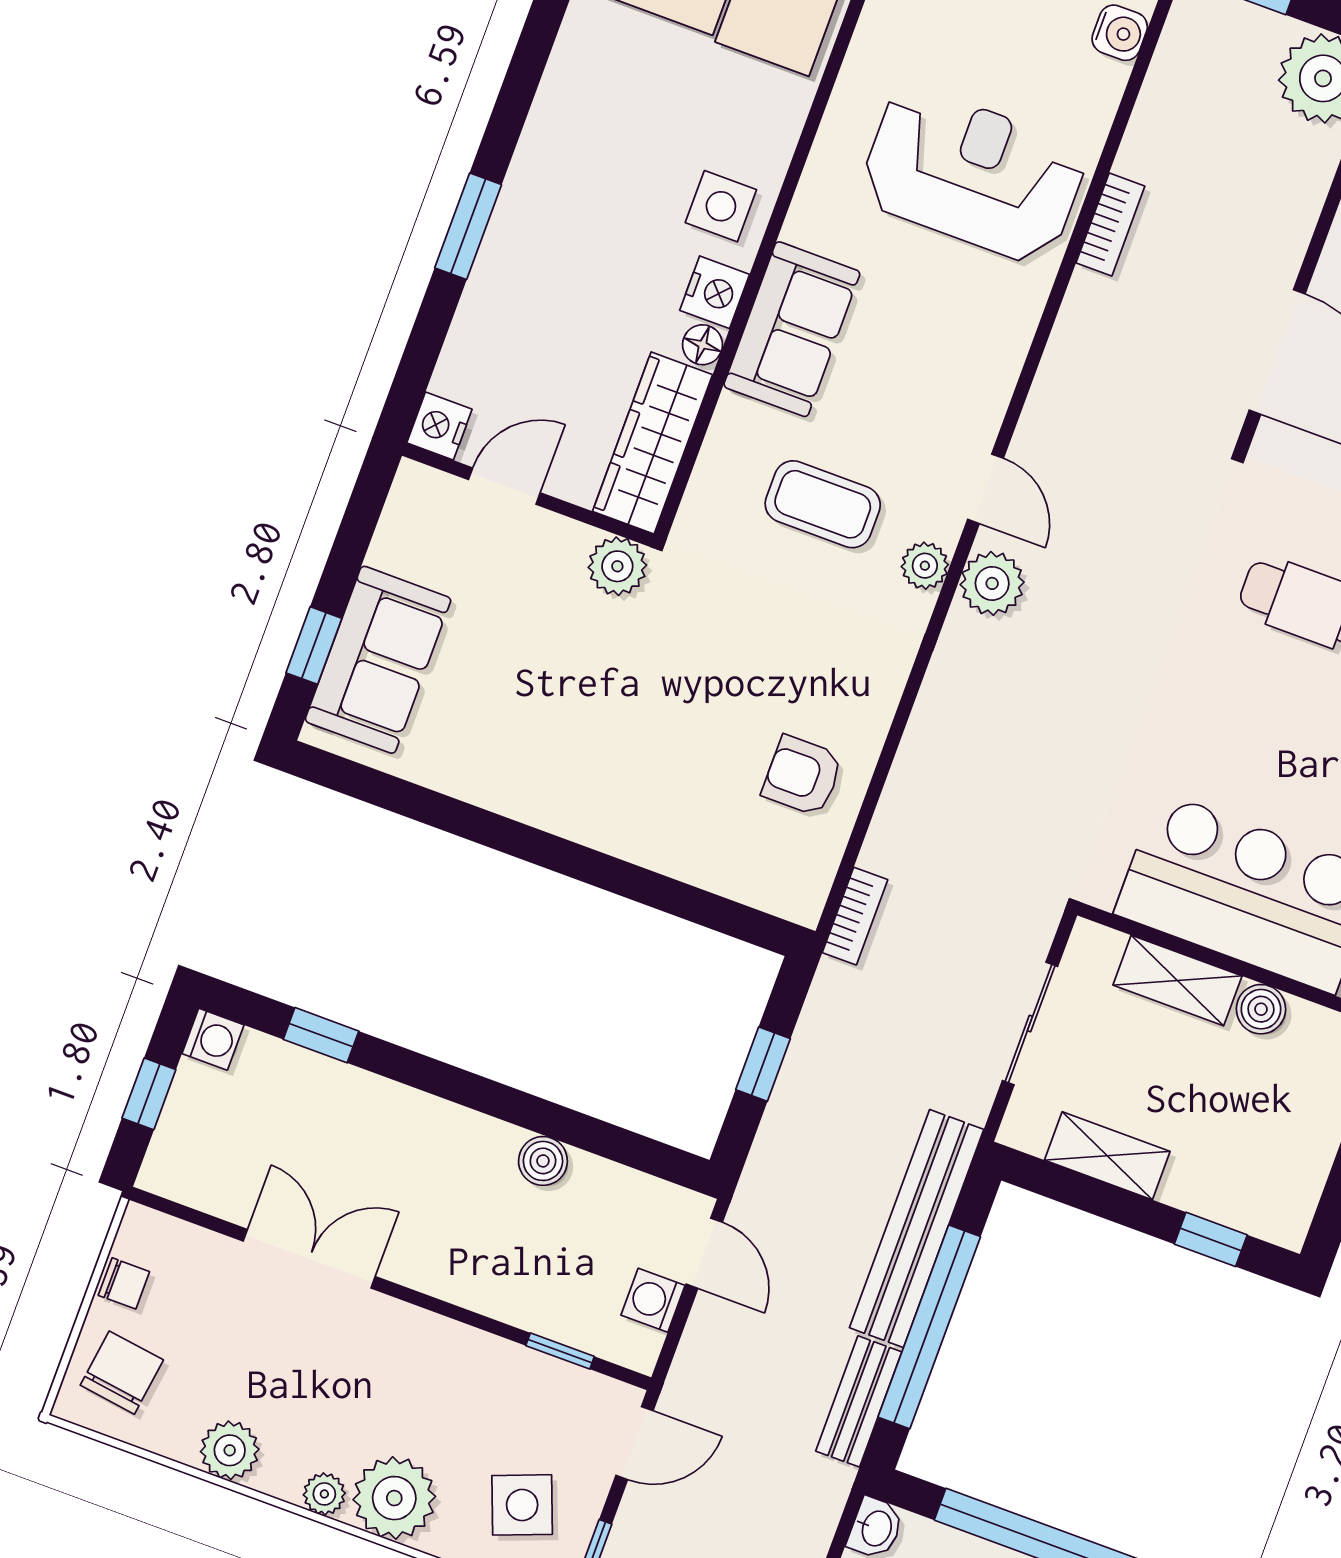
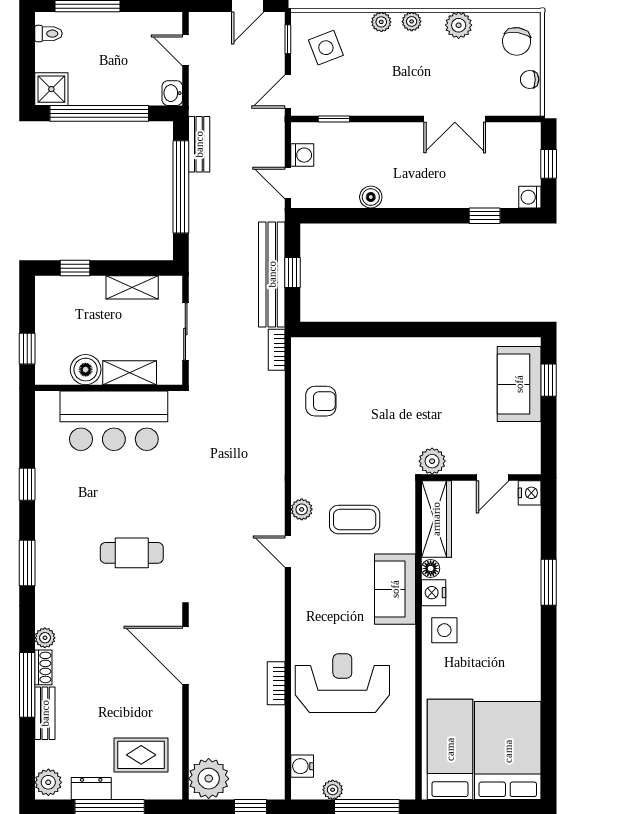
reception desk: (973, 174) -> (342, 683), turned 180
plant: (992, 583) -> (270, 512), removed
boiler: (1261, 1009) -> (86, 370), width x1.36, depth x1.36
bench: (917, 1229) -> (272, 274), moved
plant: (394, 1498) -> (381, 22), width x0.53, depth x0.53

